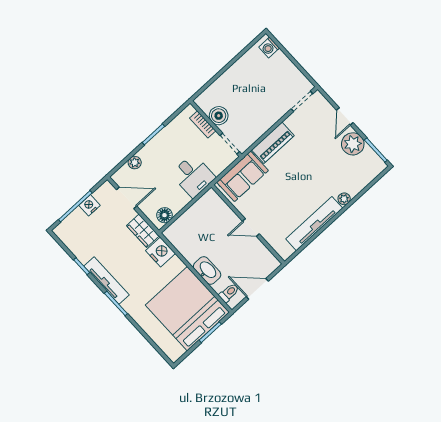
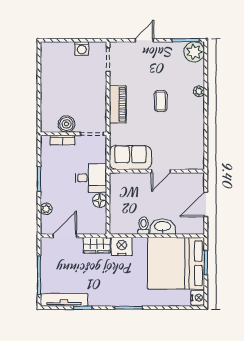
washing machine: (269, 48) -> (82, 49), moved
door: (345, 116) -> (144, 40), swing flipped
plant: (353, 144) -> (194, 52), moved
coffee table: (308, 175) -> (161, 101), added
sofa: (243, 176) -> (130, 158), moved, turned -90
nightstand: (90, 205) -> (198, 298), moved, turned 180
floor lamp: (164, 215) -> (100, 201), moved
tv unit: (314, 224) -> (197, 126), removed
tv unit: (106, 280) -> (64, 300), moved
toilet: (229, 293) -> (143, 226), moved

